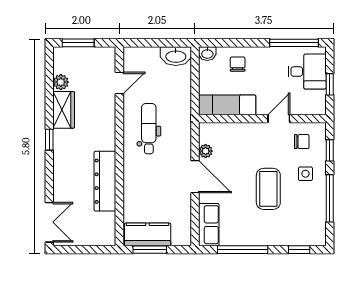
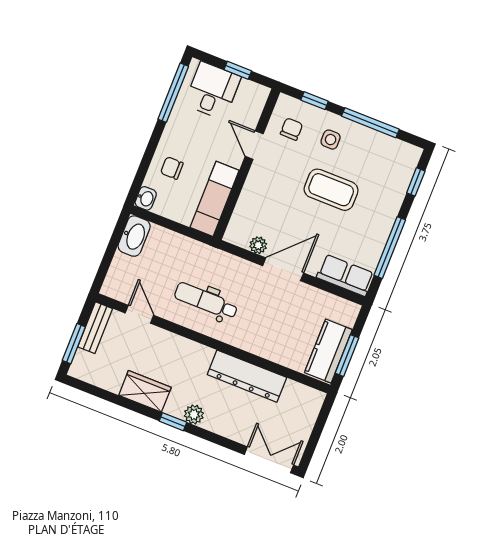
bench: (96, 54) -> (95, 328), added
plant: (61, 82) -> (194, 414), moved

